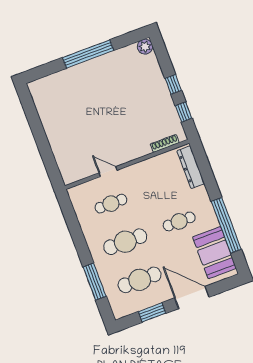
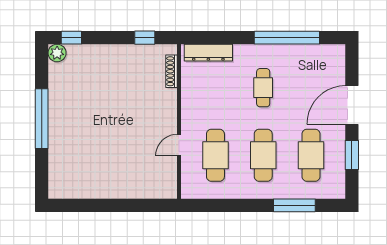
window: (173, 84) -> (71, 38), moved
cafe table: (111, 204) -> (215, 155), width x1.37, depth x1.35
booth: (214, 253) -> (312, 62), removed

